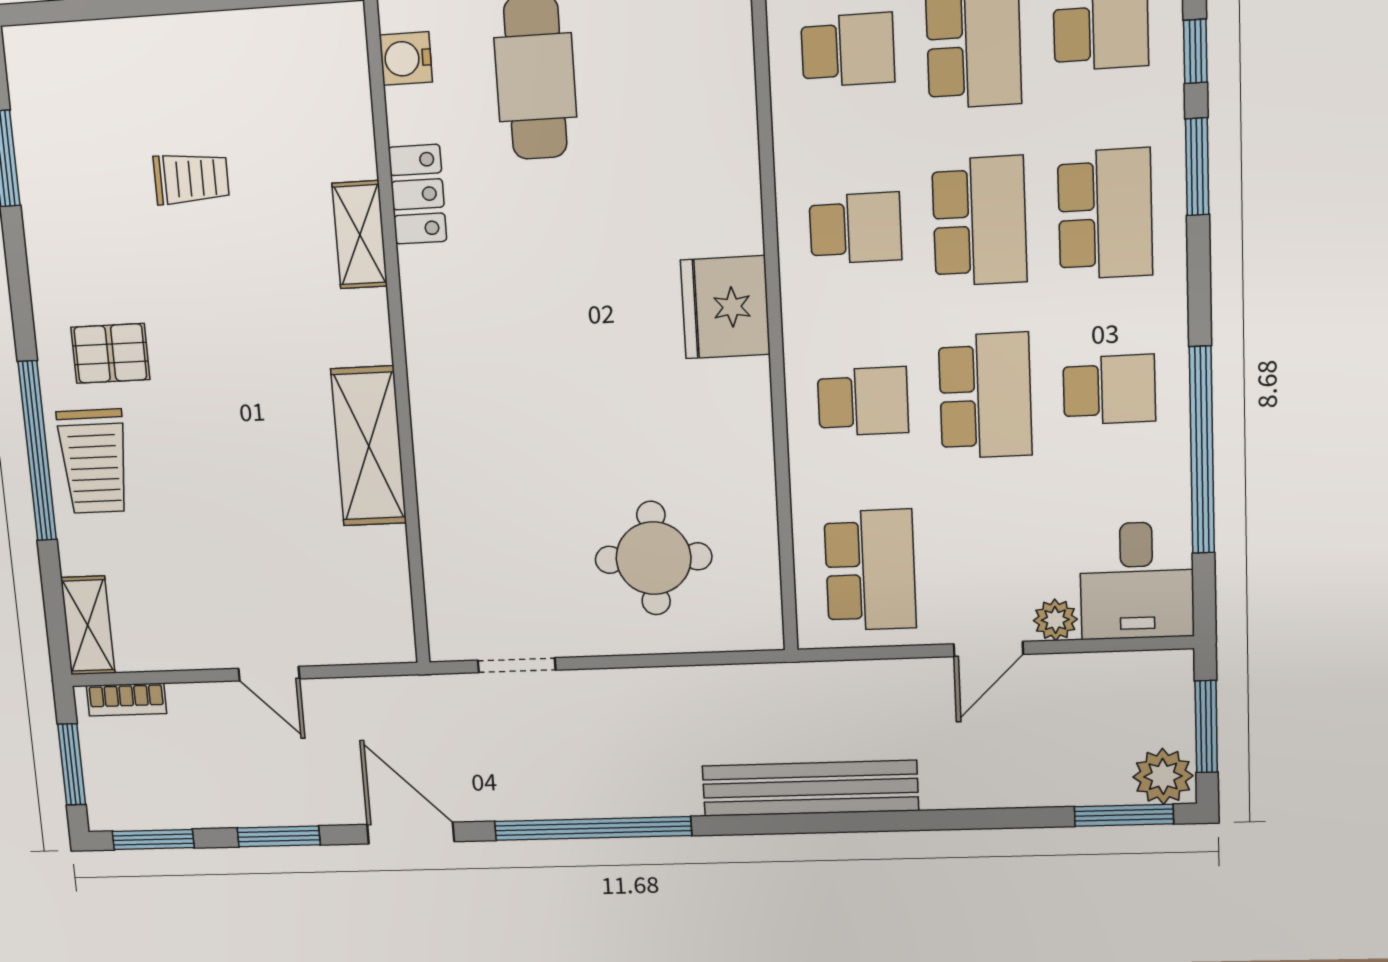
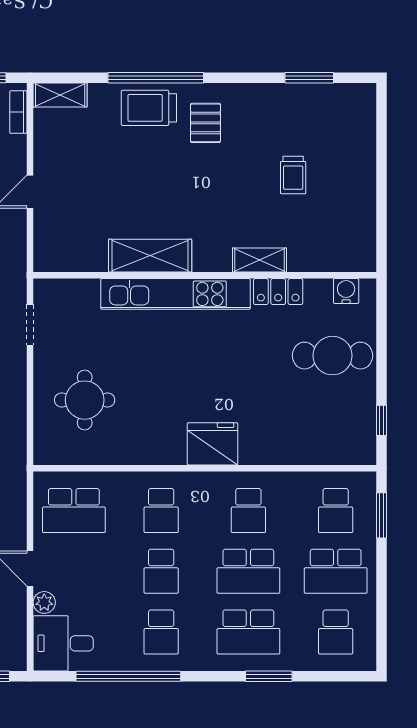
window: (1195, 51) -> (324, 676), removed
kitchen unit: (438, 394) -> (175, 294), added
school desk: (985, 396) -> (161, 571), width x0.54

